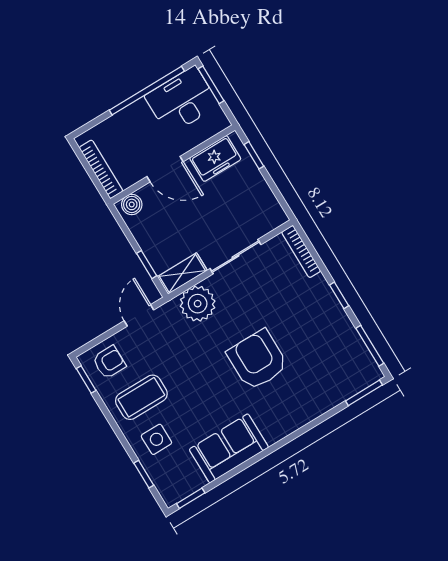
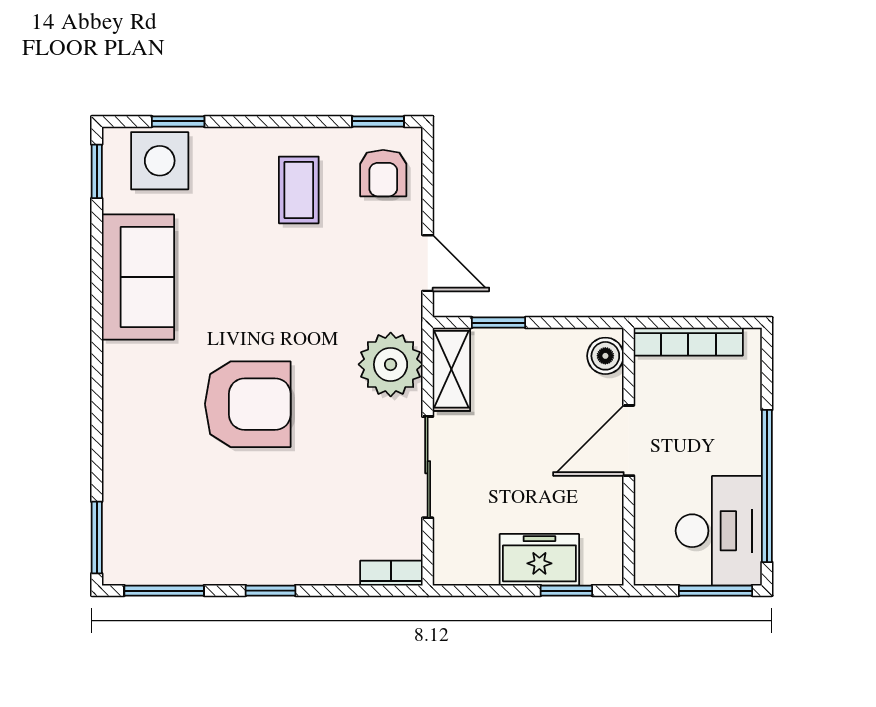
freezer: (215, 159) -> (539, 560), moved, turned 90
bookcase: (301, 252) -> (391, 573), width x0.64
coffee table: (141, 397) -> (299, 190), width x0.73, depth x0.77
side table: (156, 439) -> (160, 161), moved, width x1.37, depth x1.37

